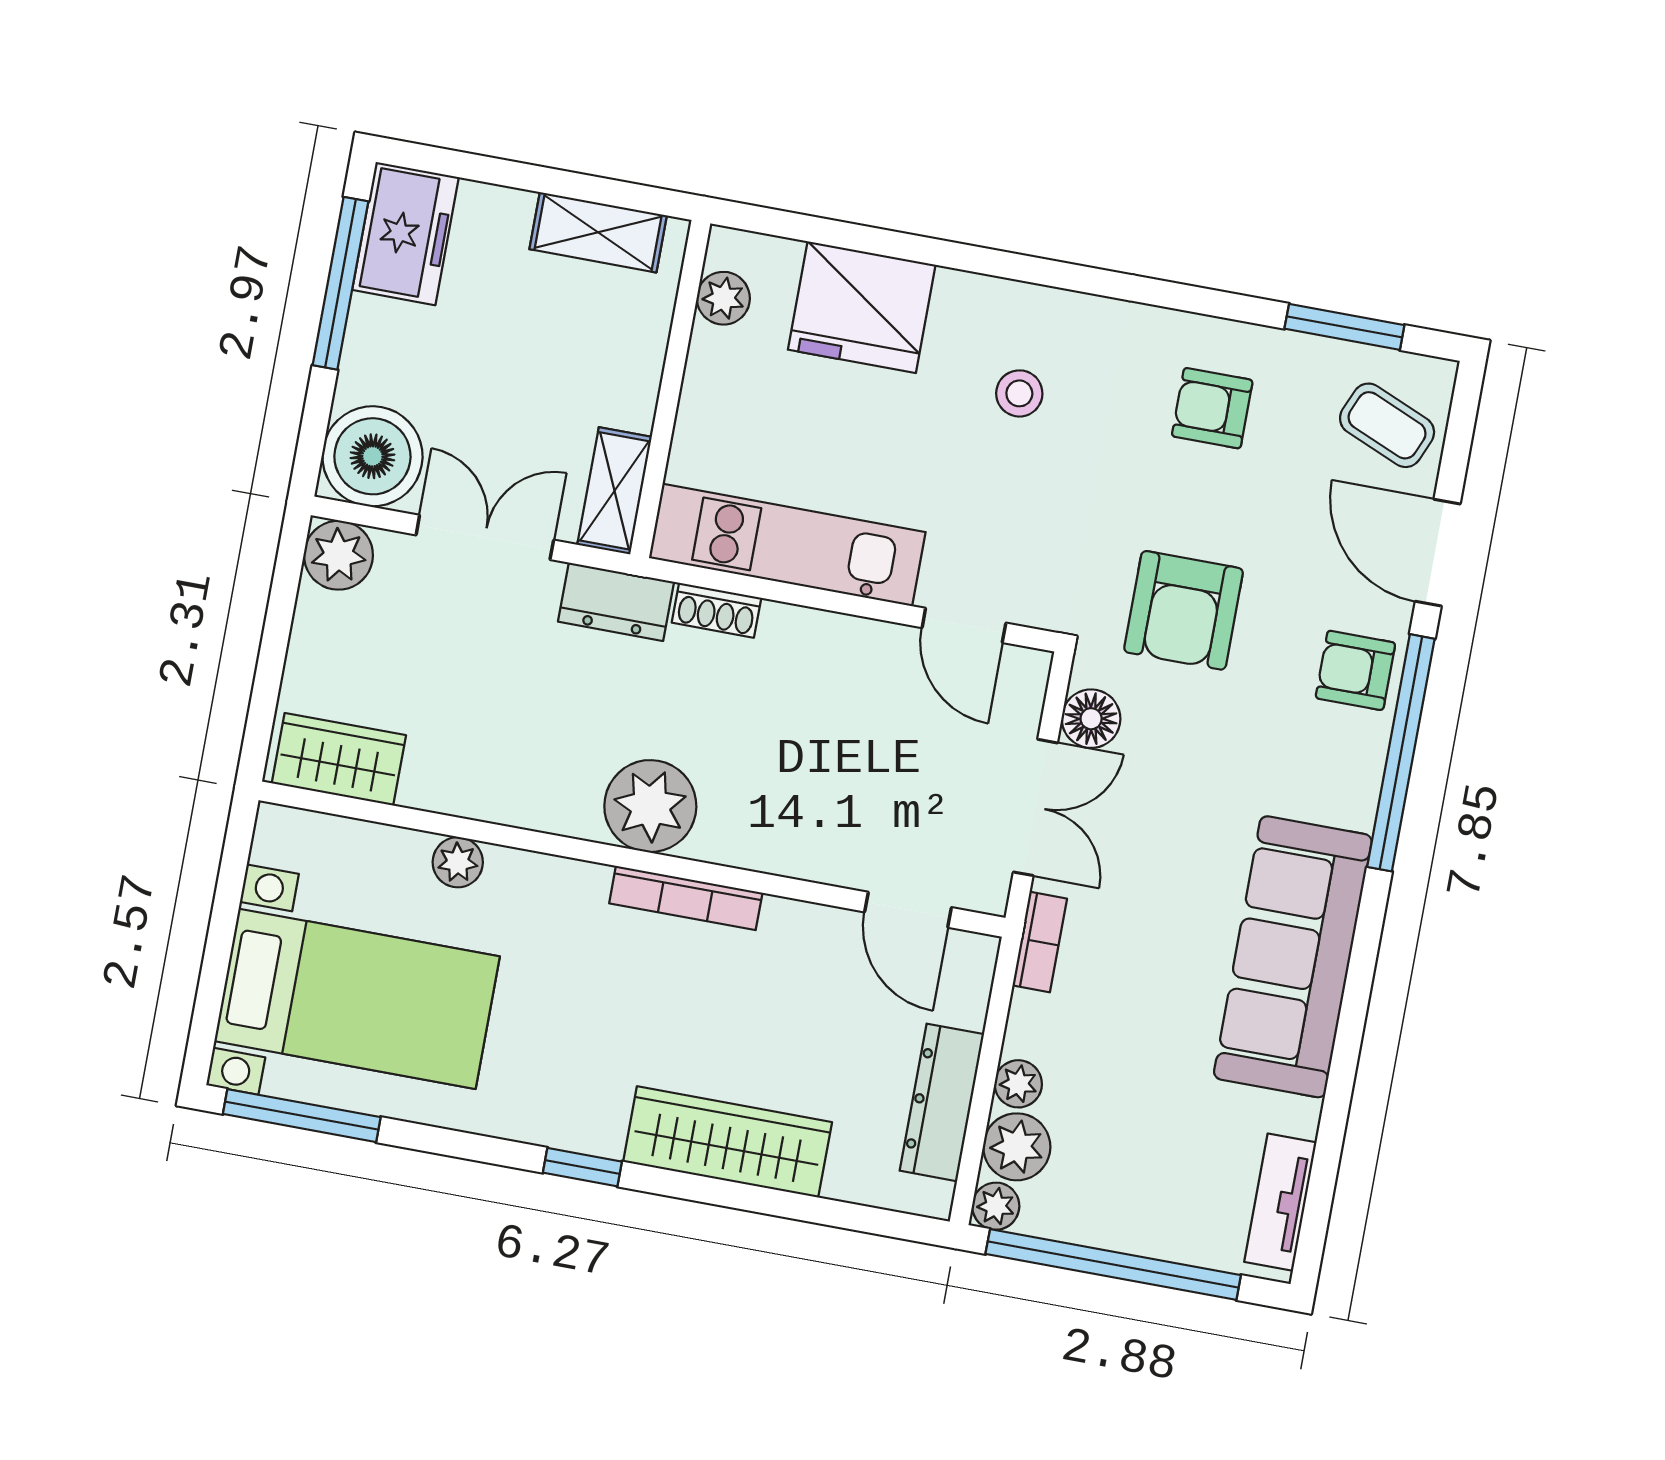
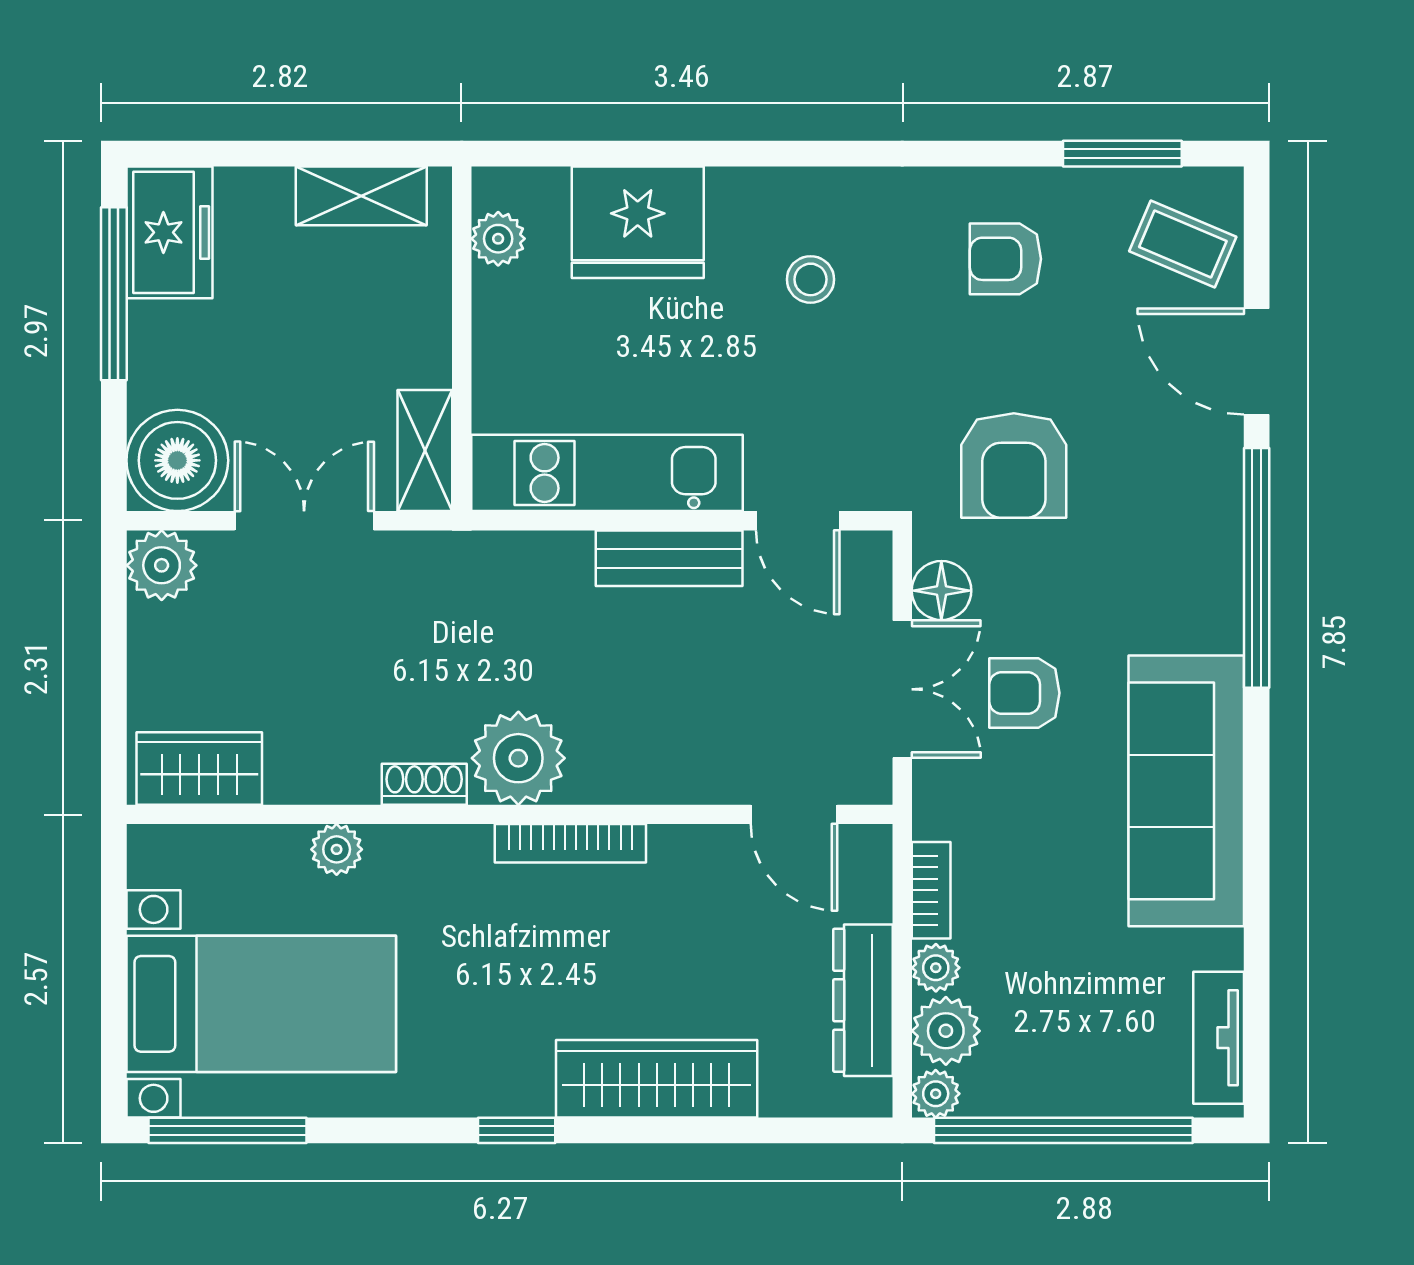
dresser: (616, 602) -> (447, 561), removed
shoe rack: (717, 610) -> (424, 784), moved, turned 180
bench: (832, 639) -> (669, 558), added
armchair: (1355, 670) -> (1024, 693), moved
bookcase: (1040, 942) -> (931, 890), moved

